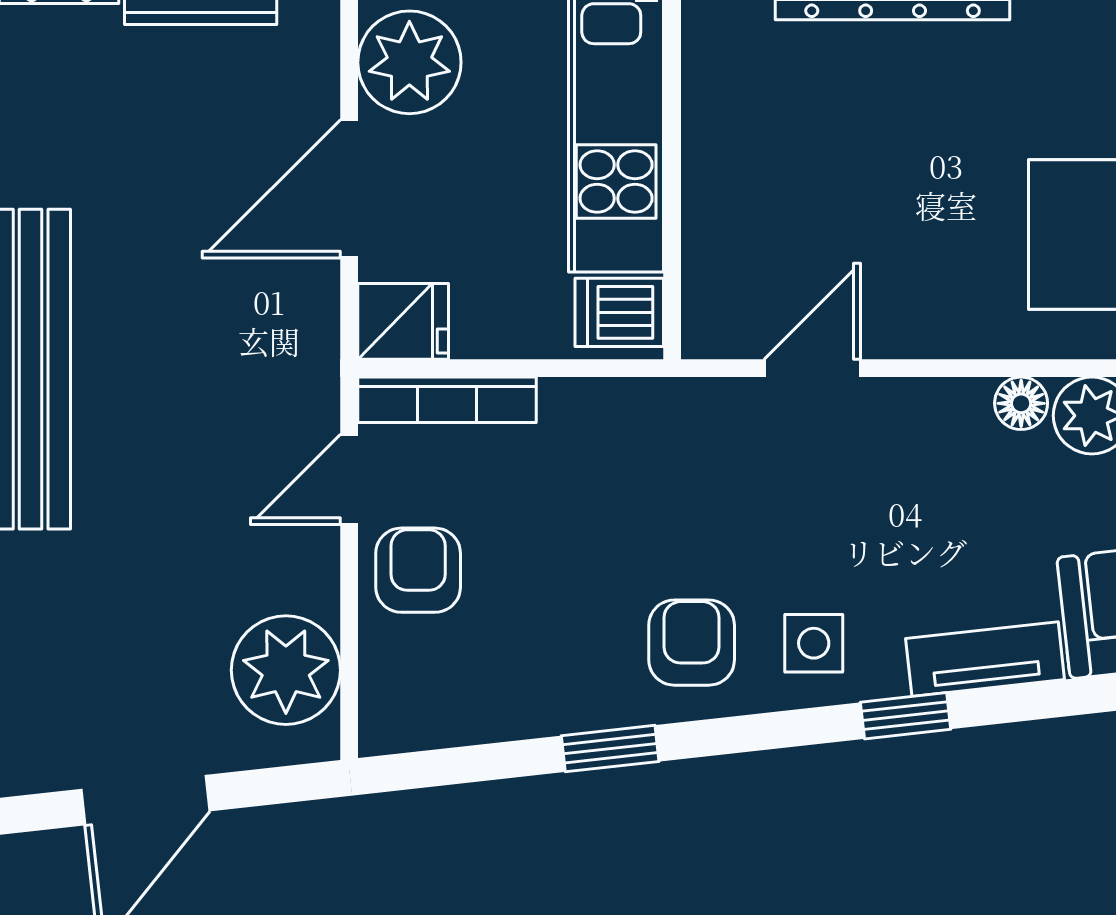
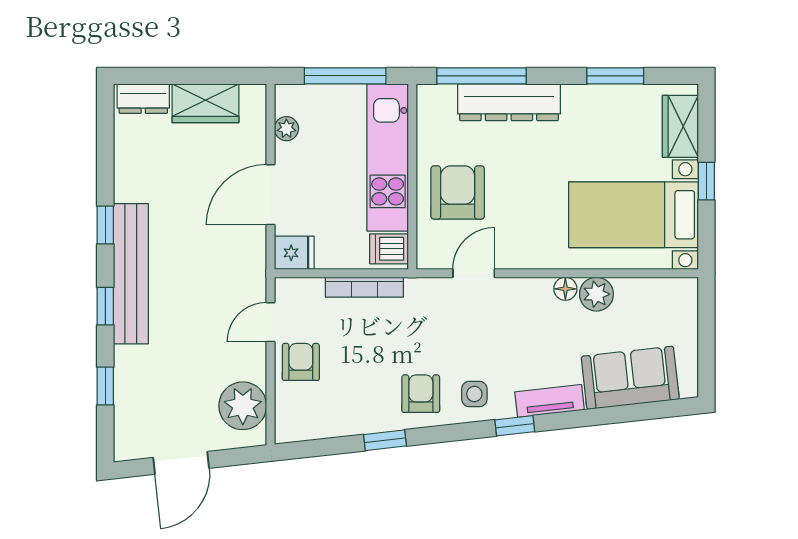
plant: (409, 62) -> (286, 129), width x0.53, depth x0.53
armchair: (776, 184) -> (458, 192), added
bookcase: (447, 400) -> (364, 287), moved

